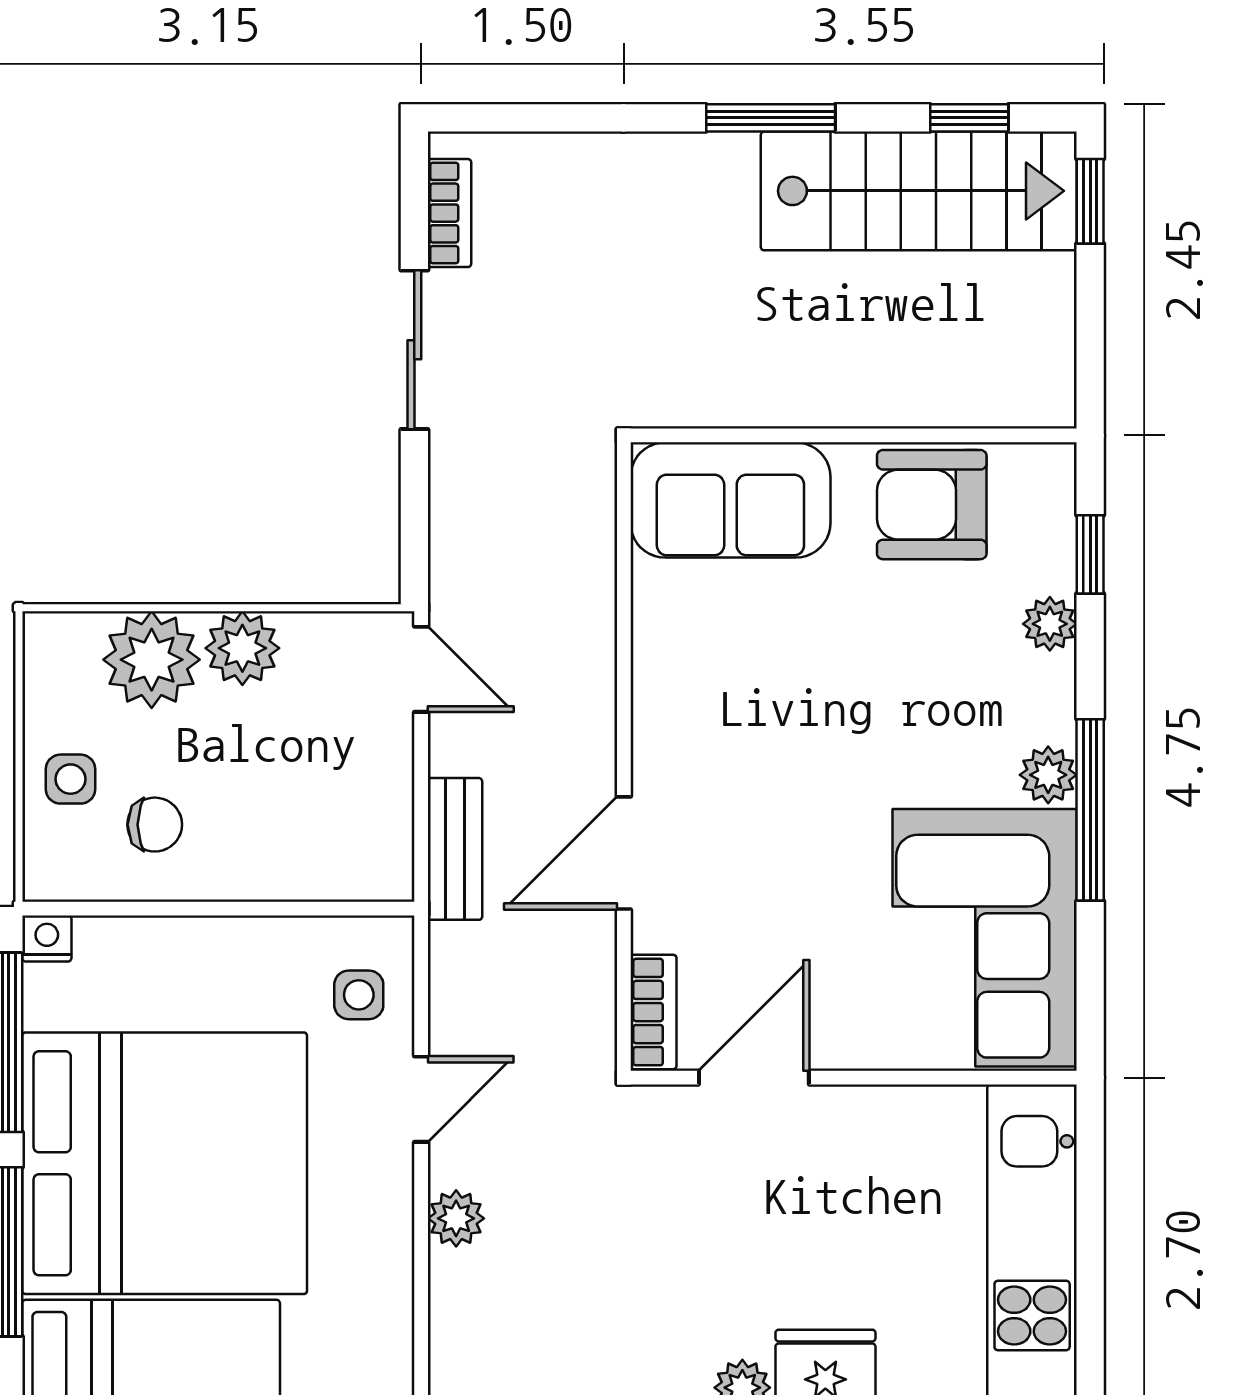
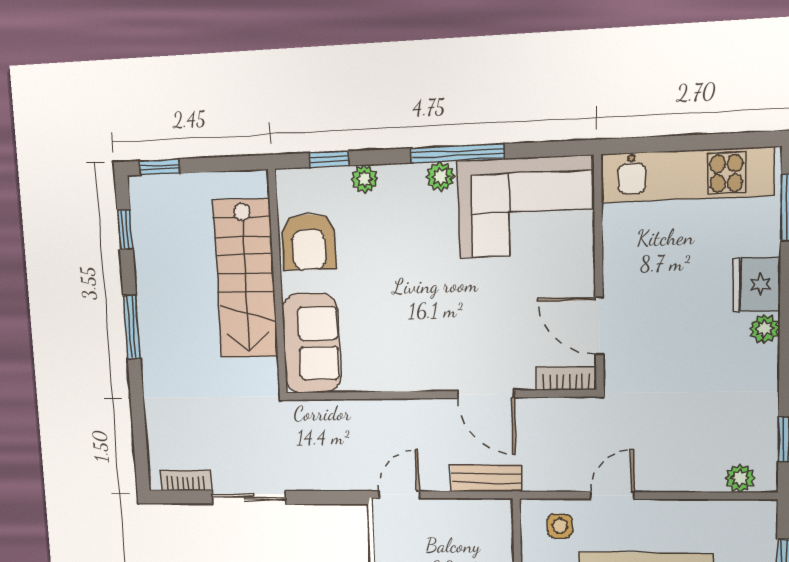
stairs: (919, 191) -> (246, 279), moved, turned 180
door: (421, 1099) -> (612, 495), hinge flipped
plant: (456, 1218) -> (740, 478), moved

